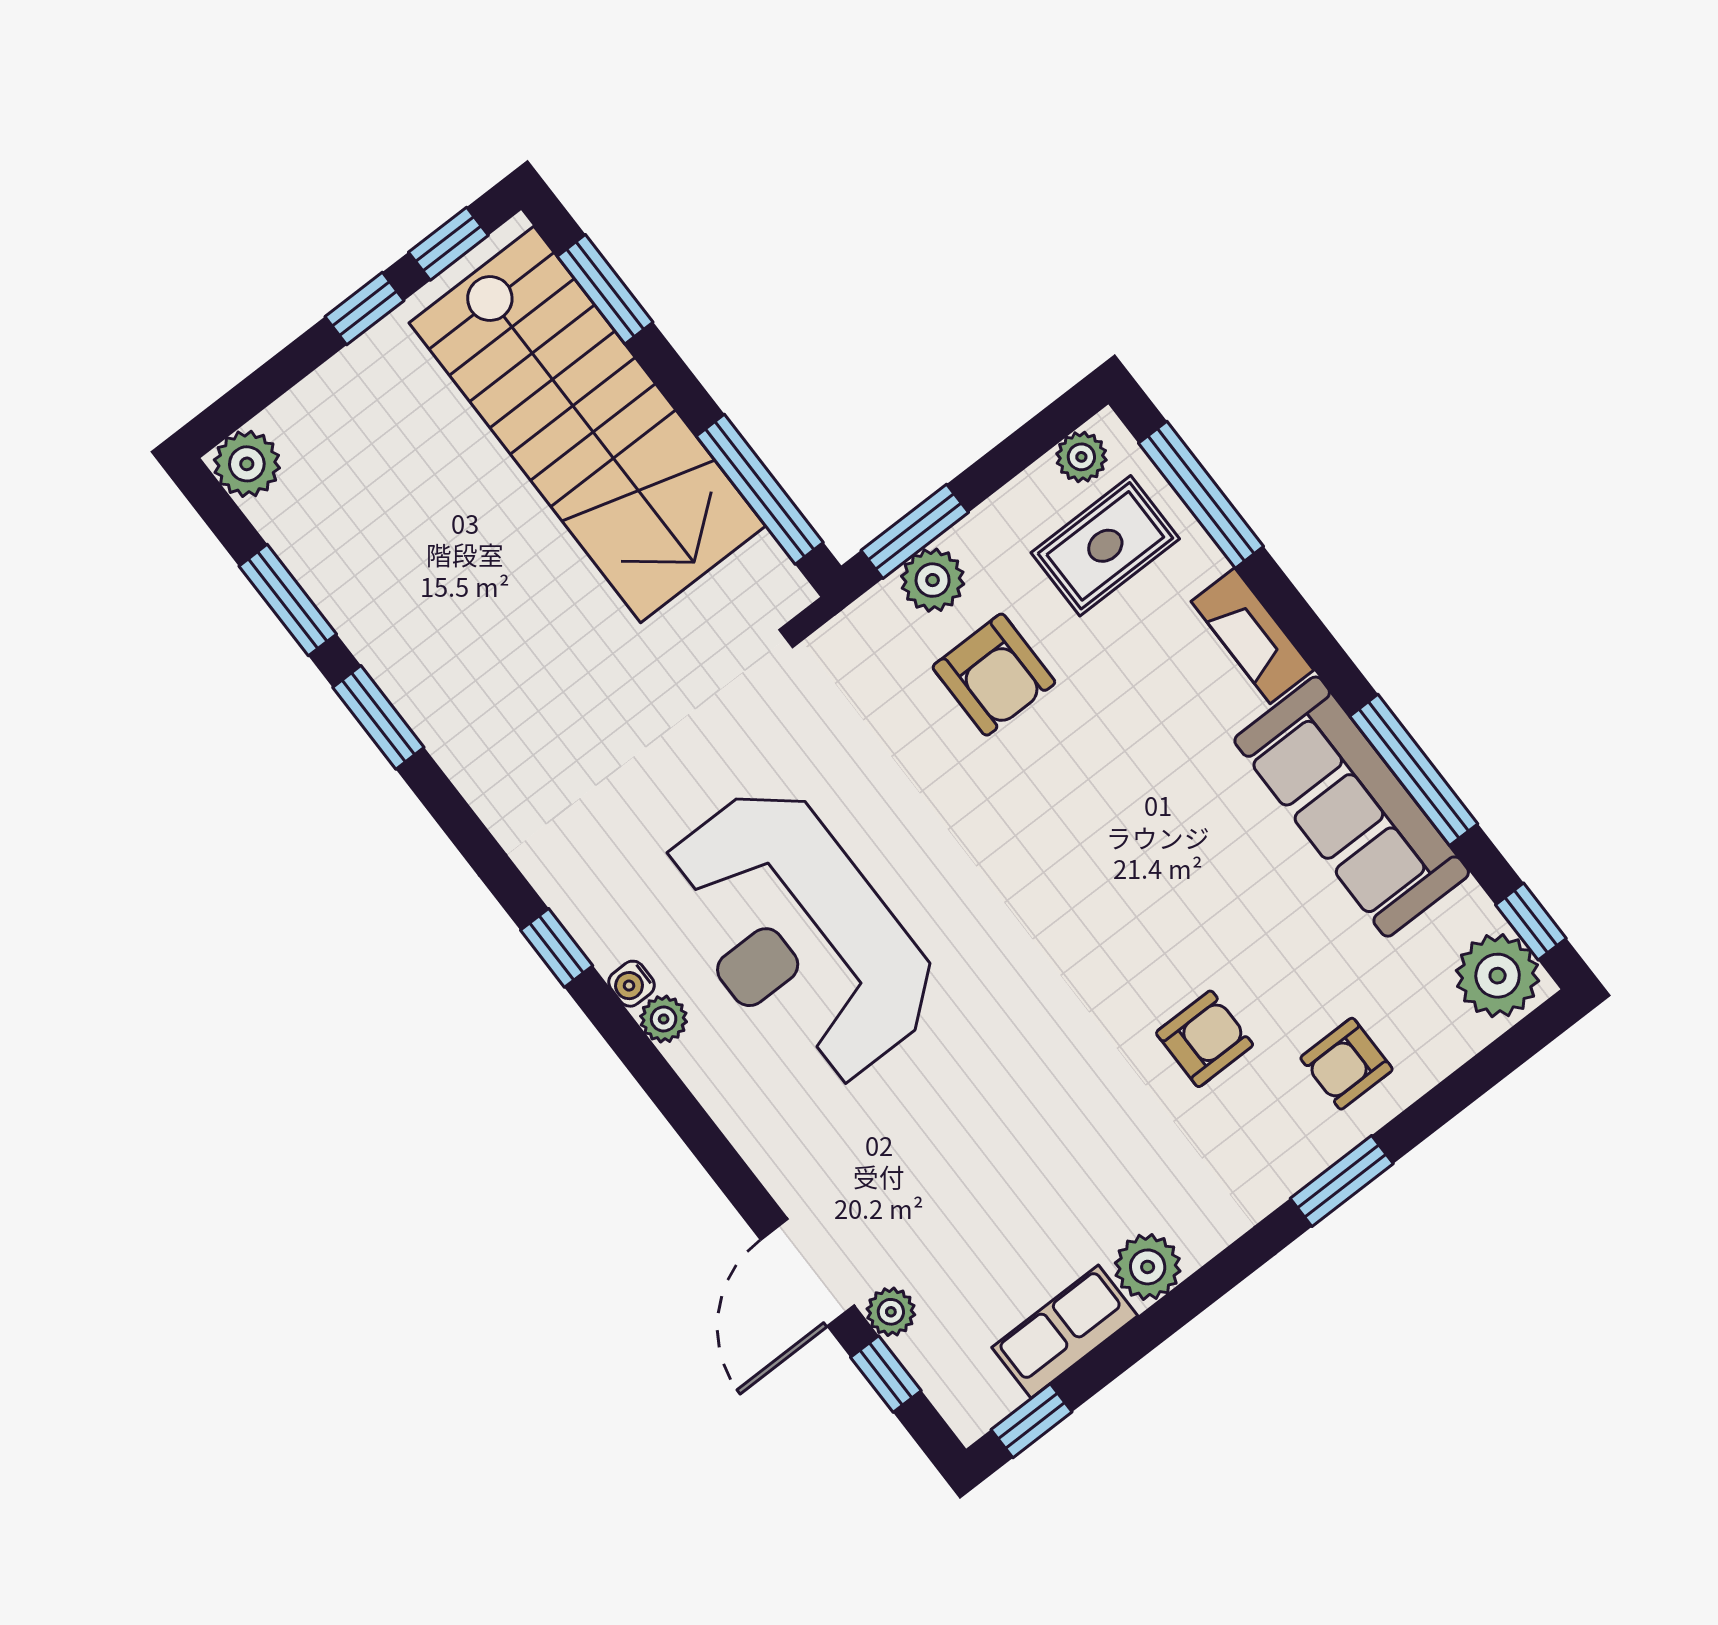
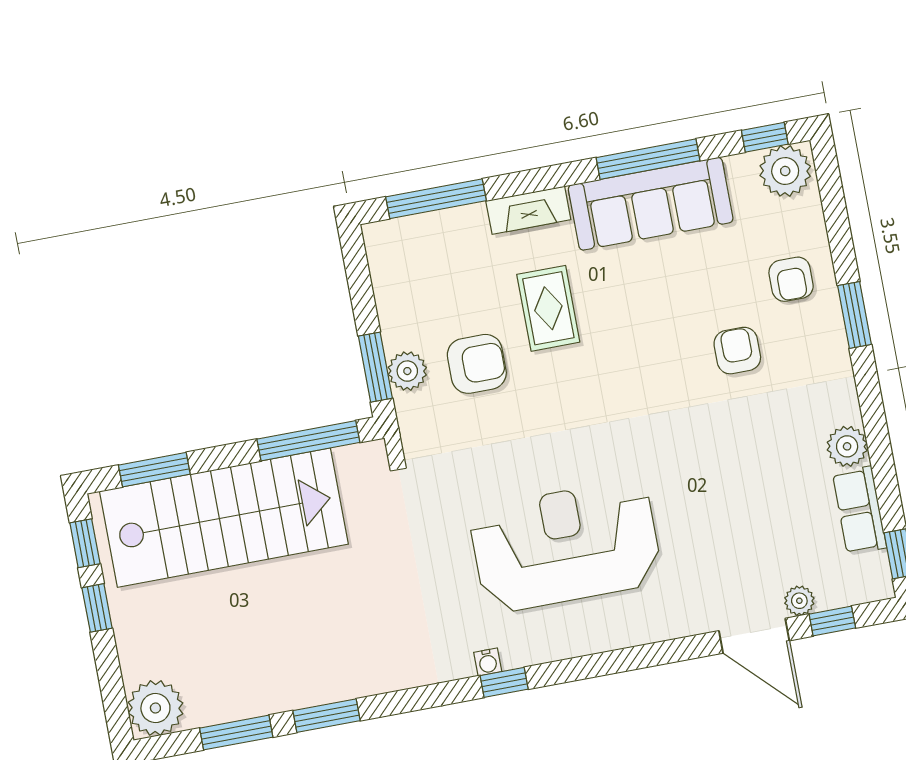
plant: (1081, 457) -> (381, 254), removed
plant: (247, 464) -> (155, 708), width x1.36, depth x1.36
rug: (1105, 546) -> (548, 308), moved
reception desk: (798, 936) -> (566, 546), turned 180
water cooler: (631, 984) -> (488, 662), moved
plant: (664, 1019) -> (574, 643), removed

